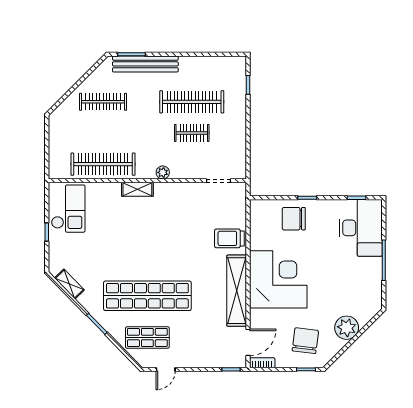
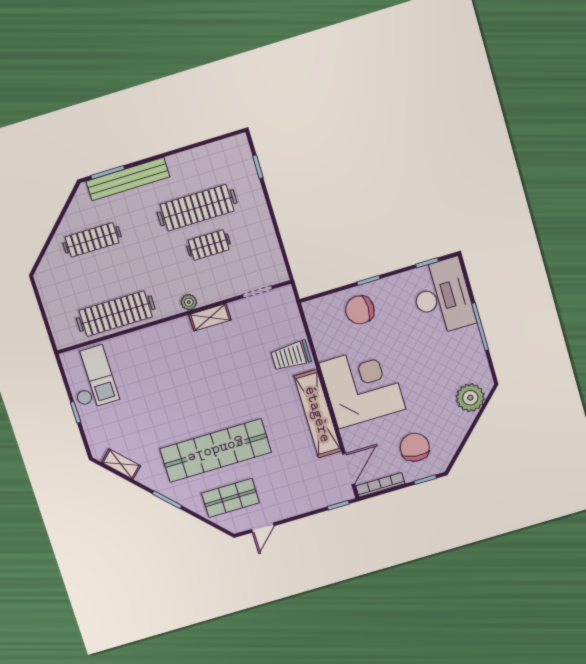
shelving: (137, 189) -> (210, 317), moved
plant: (347, 328) -> (470, 398), moved
bookcase: (262, 363) -> (380, 485), width x1.56

